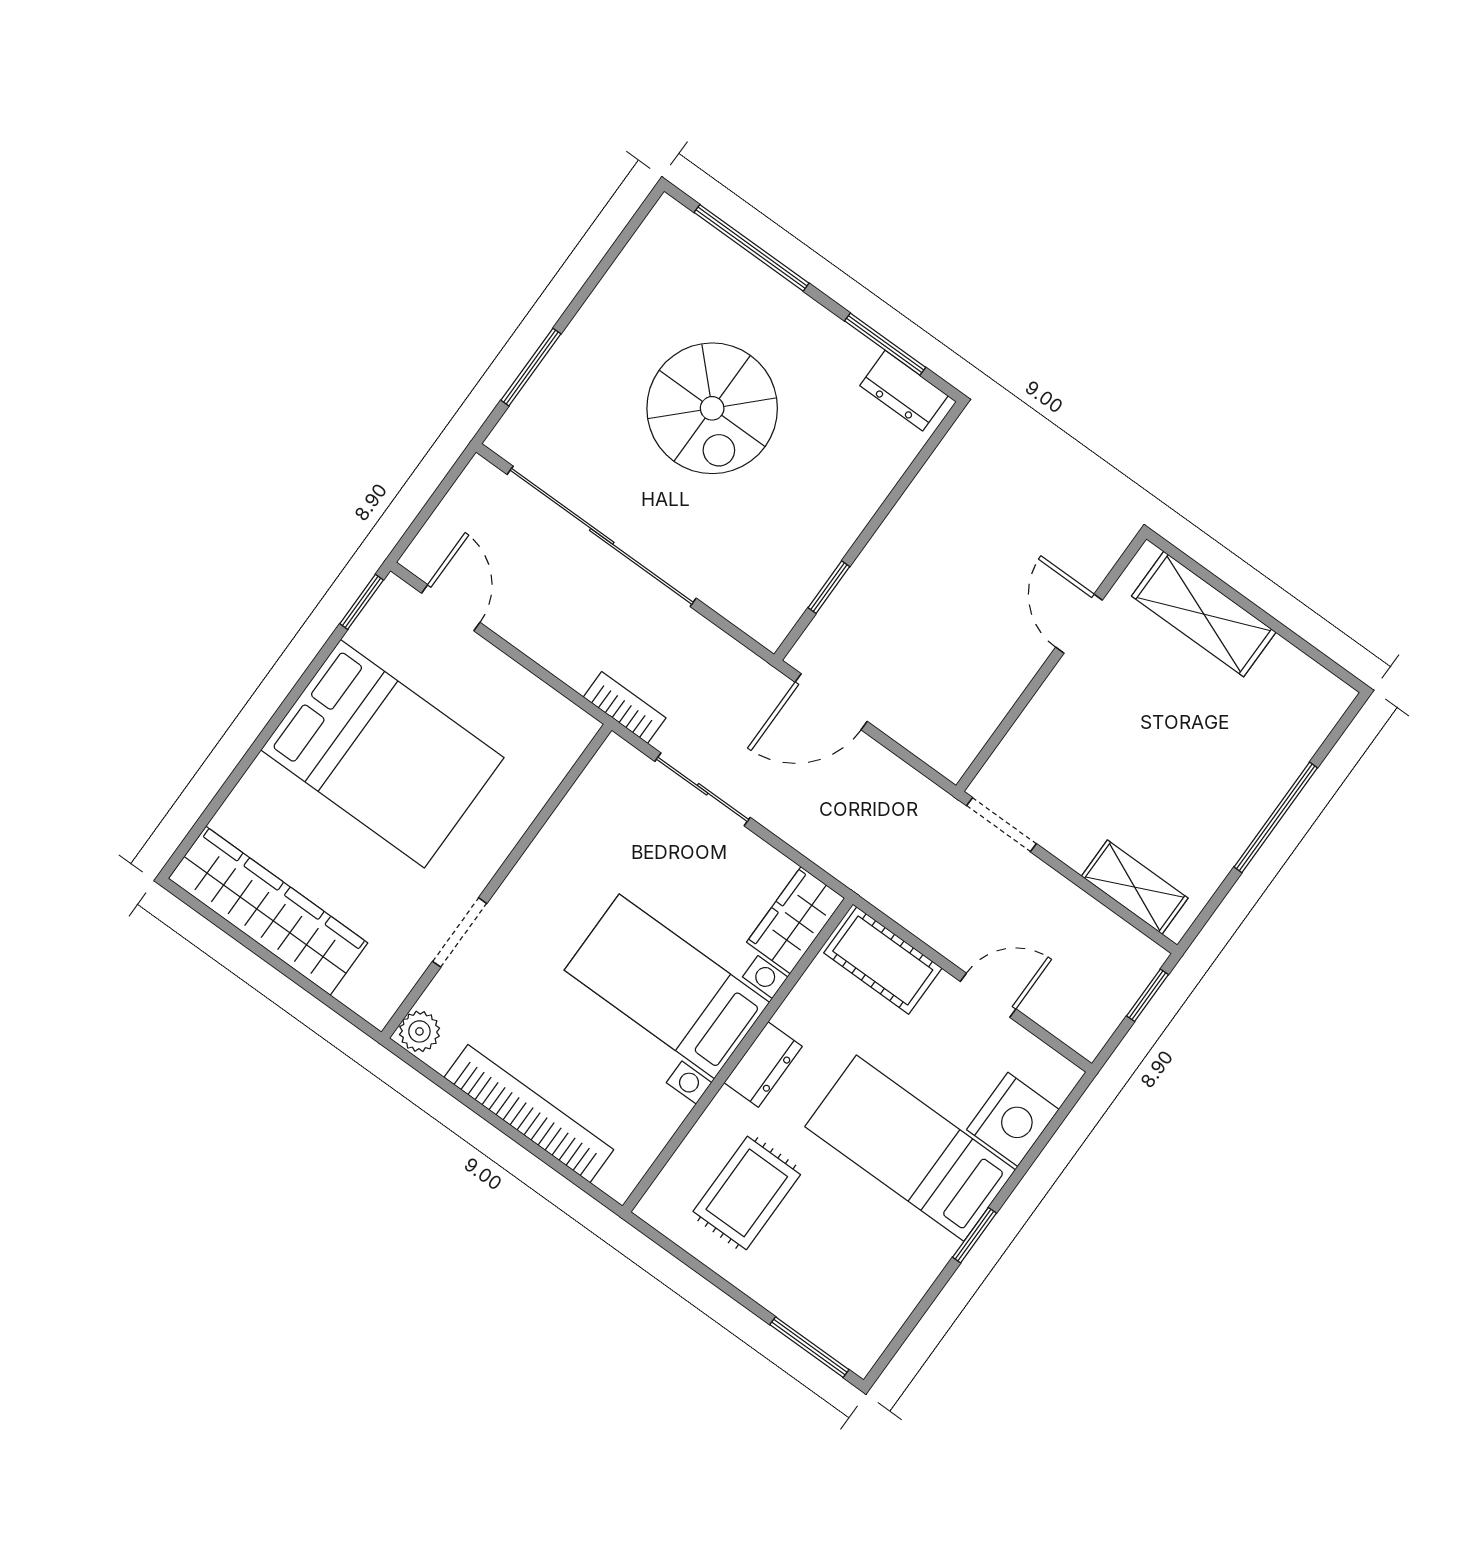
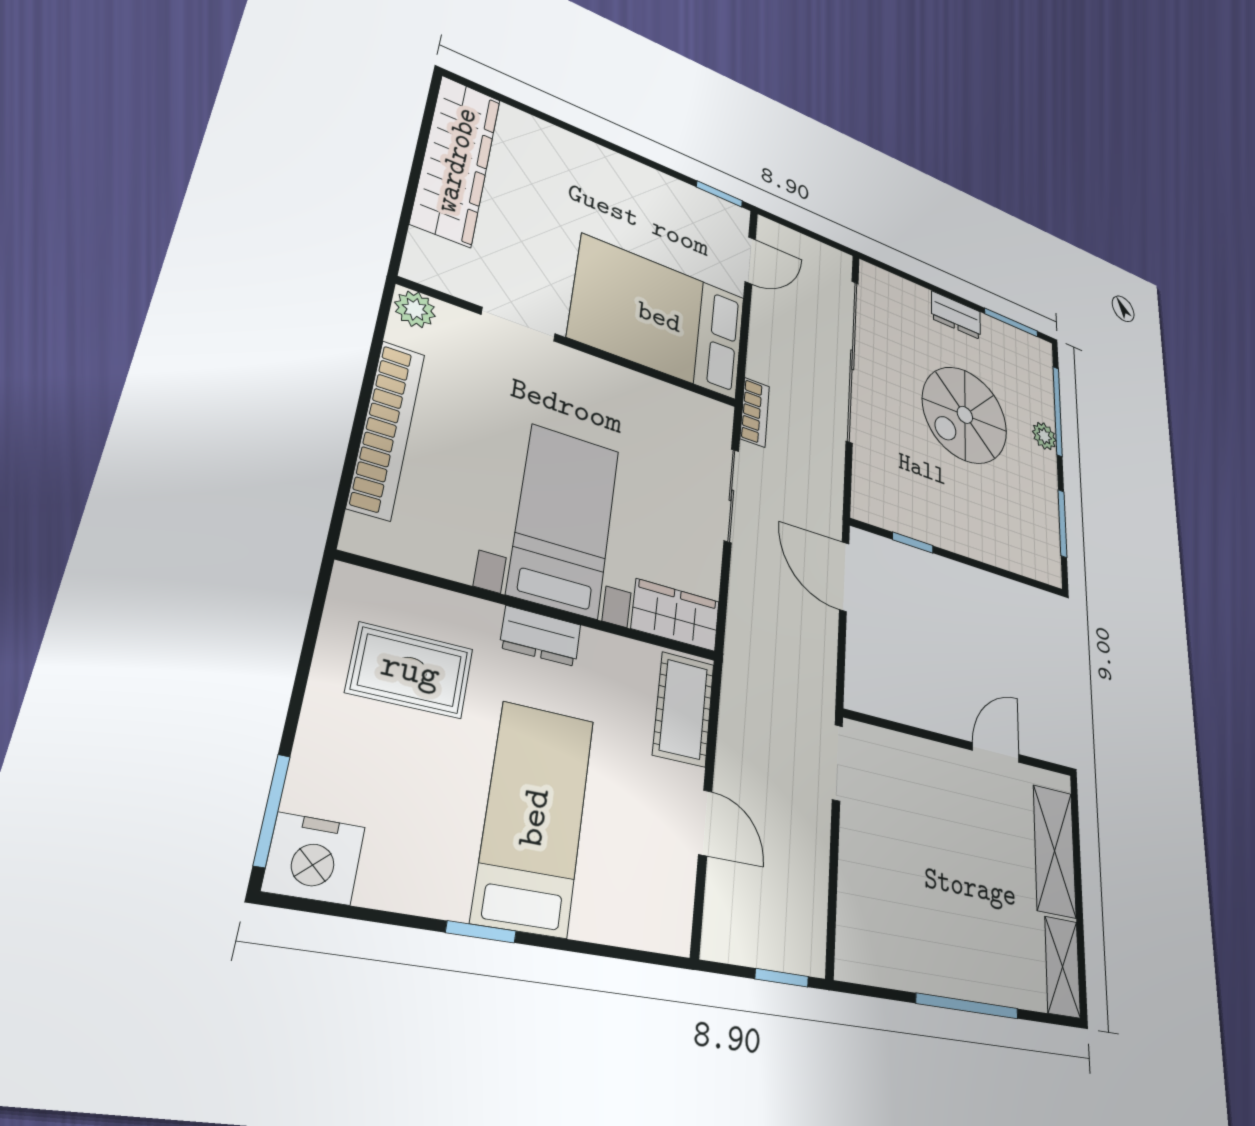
plant: (775, 295) -> (1044, 436), added
window: (531, 367) -> (1011, 322), moved
dresser: (904, 391) -> (956, 315), moved, turned -90
bed: (382, 754) -> (659, 317), moved, turned 90
shelving: (1135, 887) -> (1062, 967), moved
nightstand: (1013, 1119) -> (314, 859), moved

